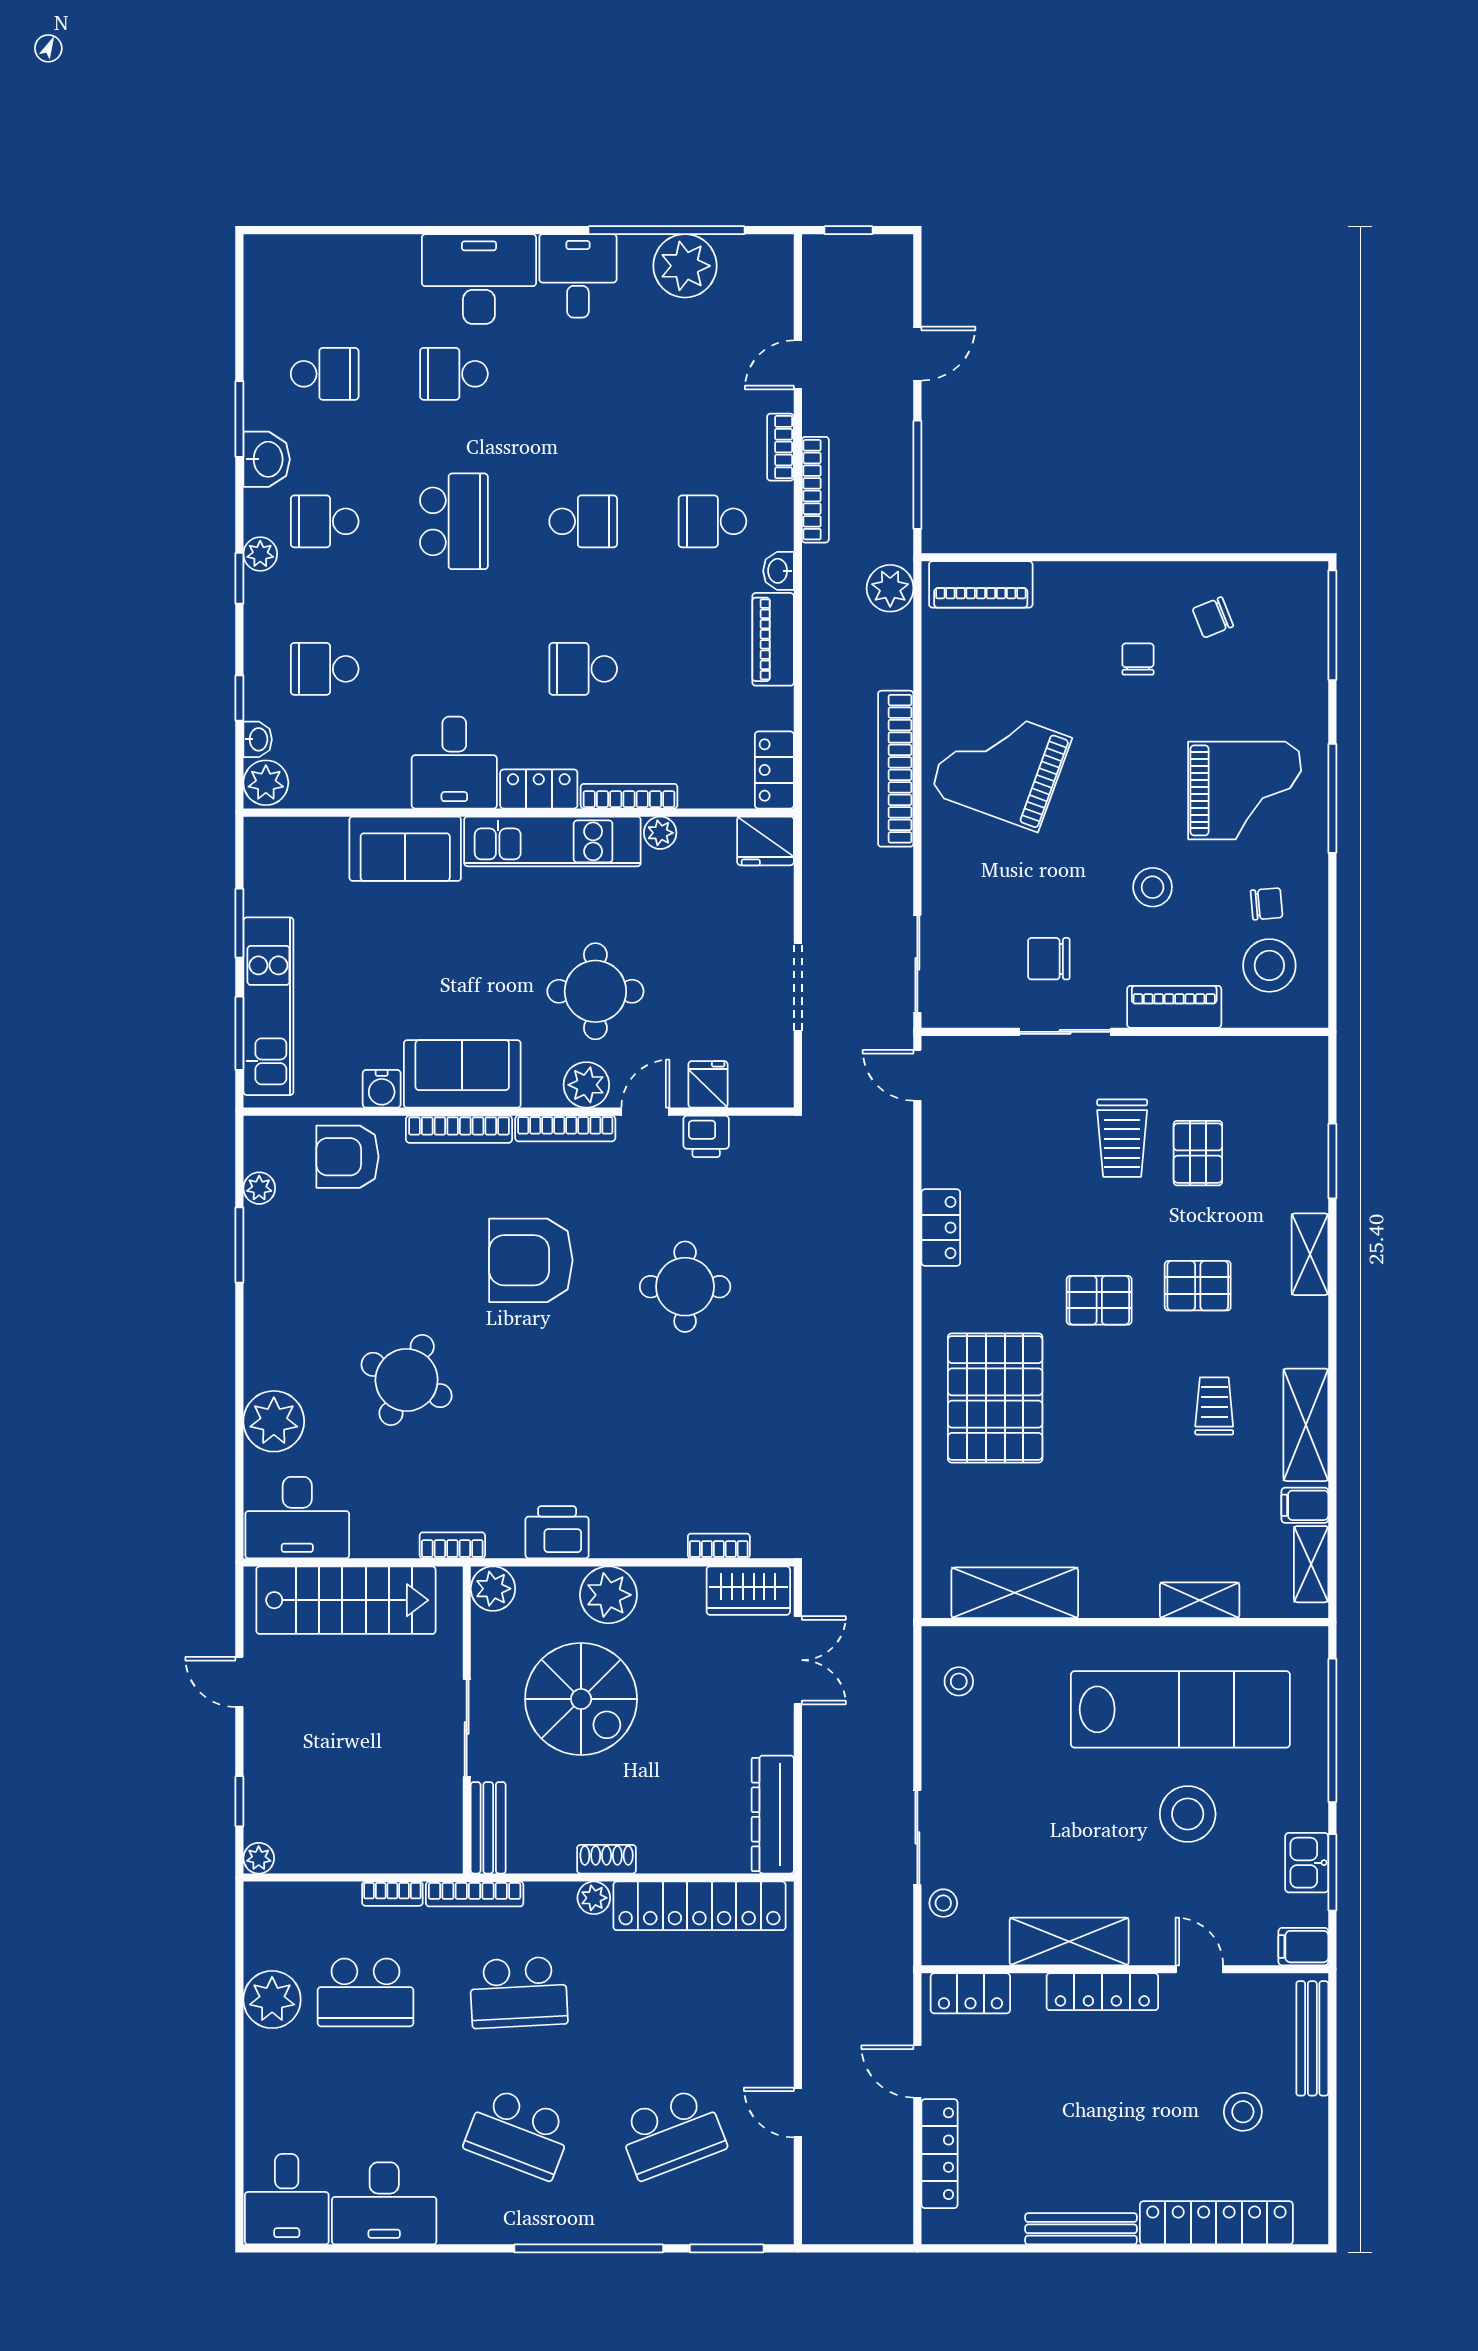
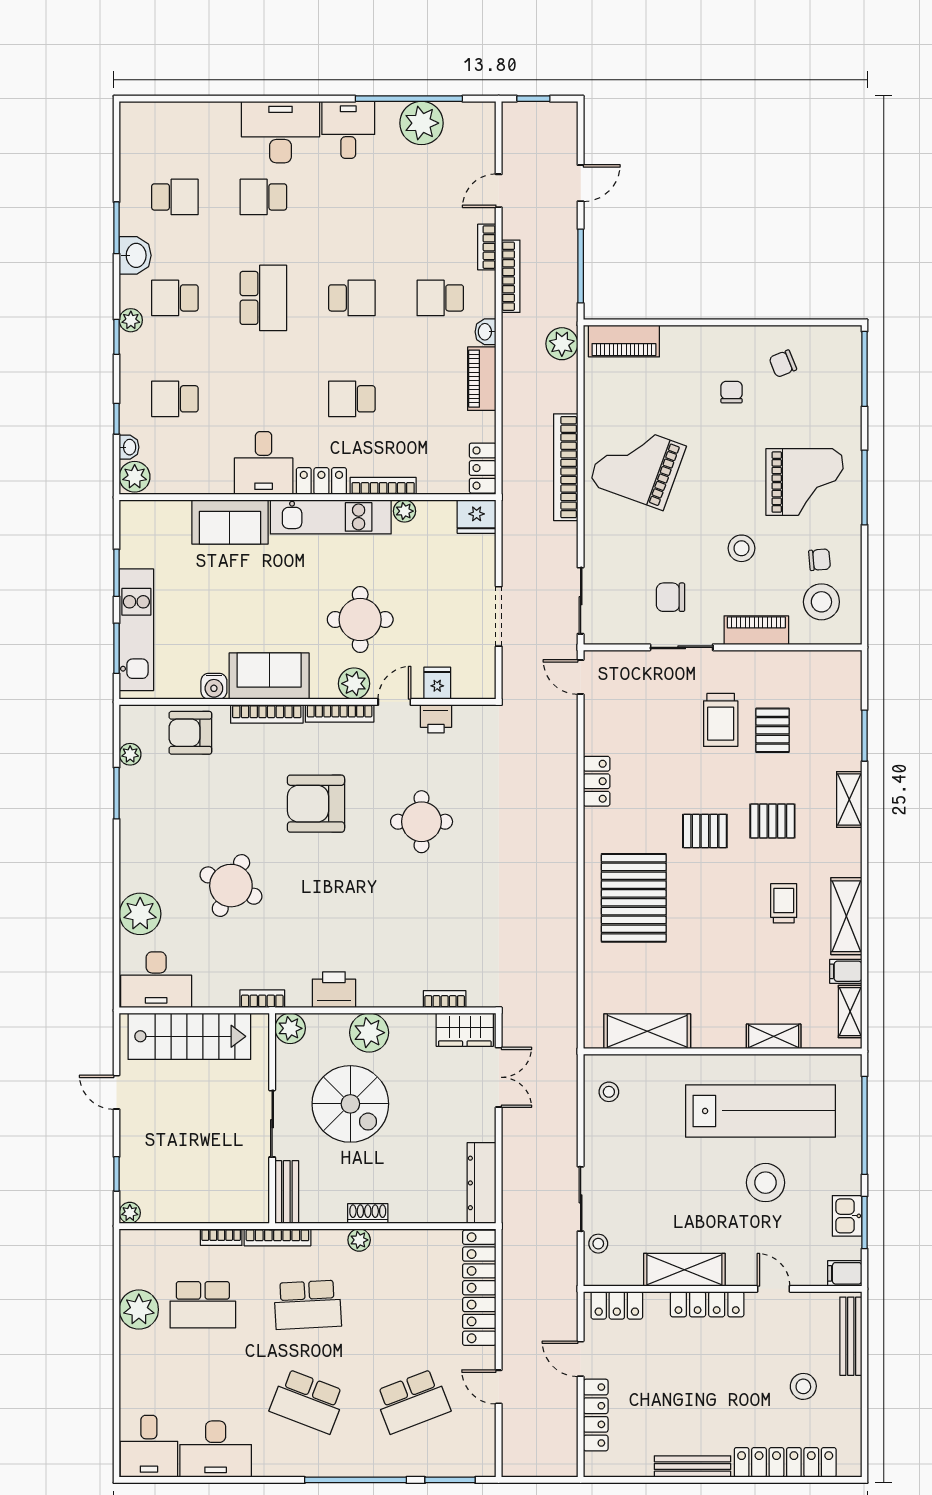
locker: (699, 1906) -> (479, 1288), moved, turned 90

